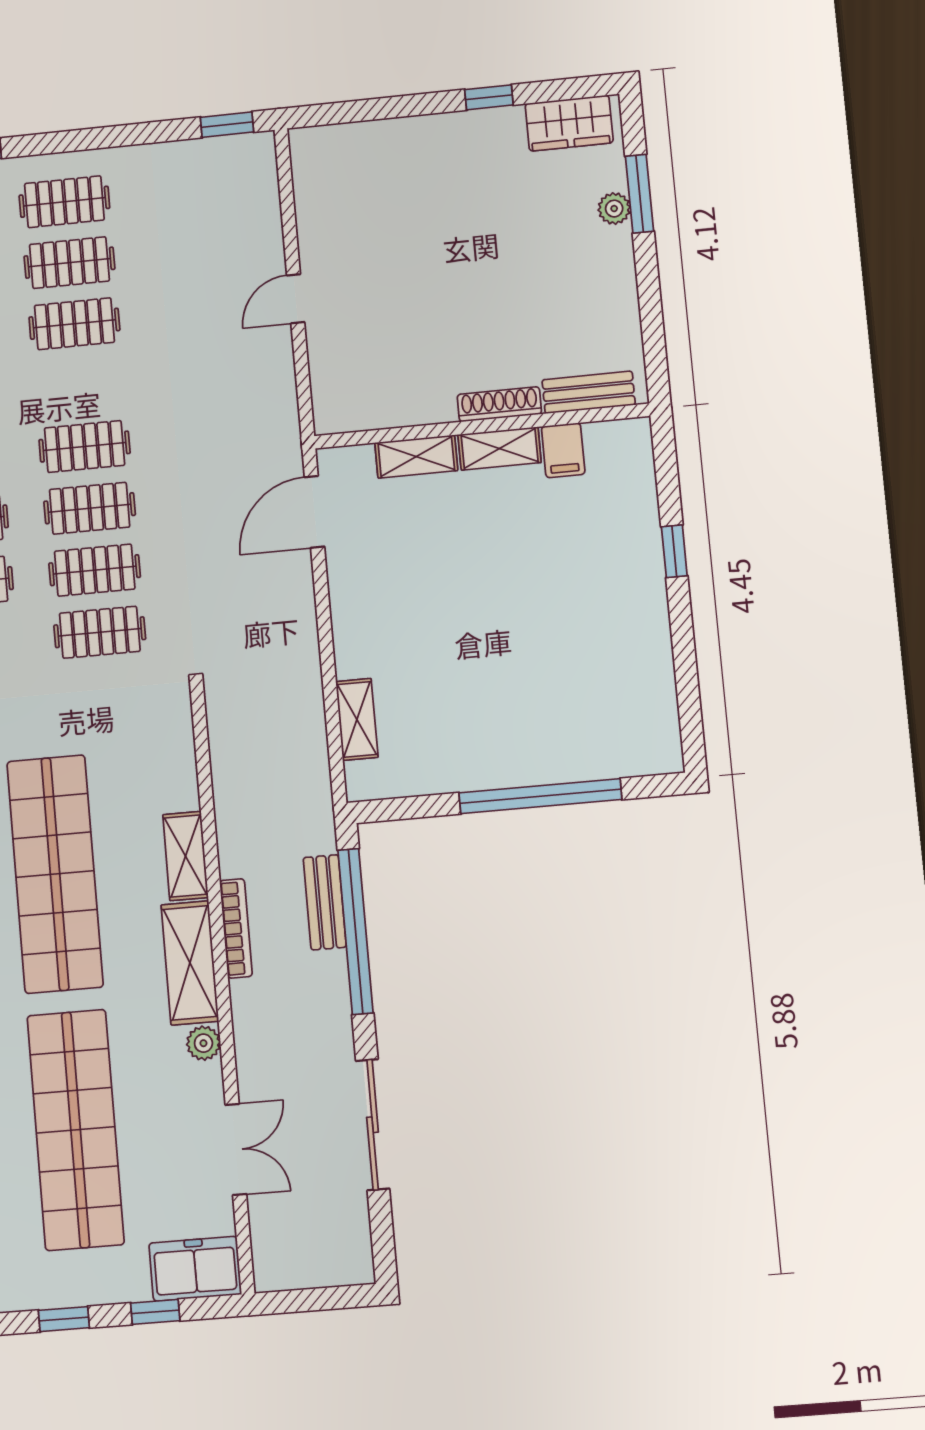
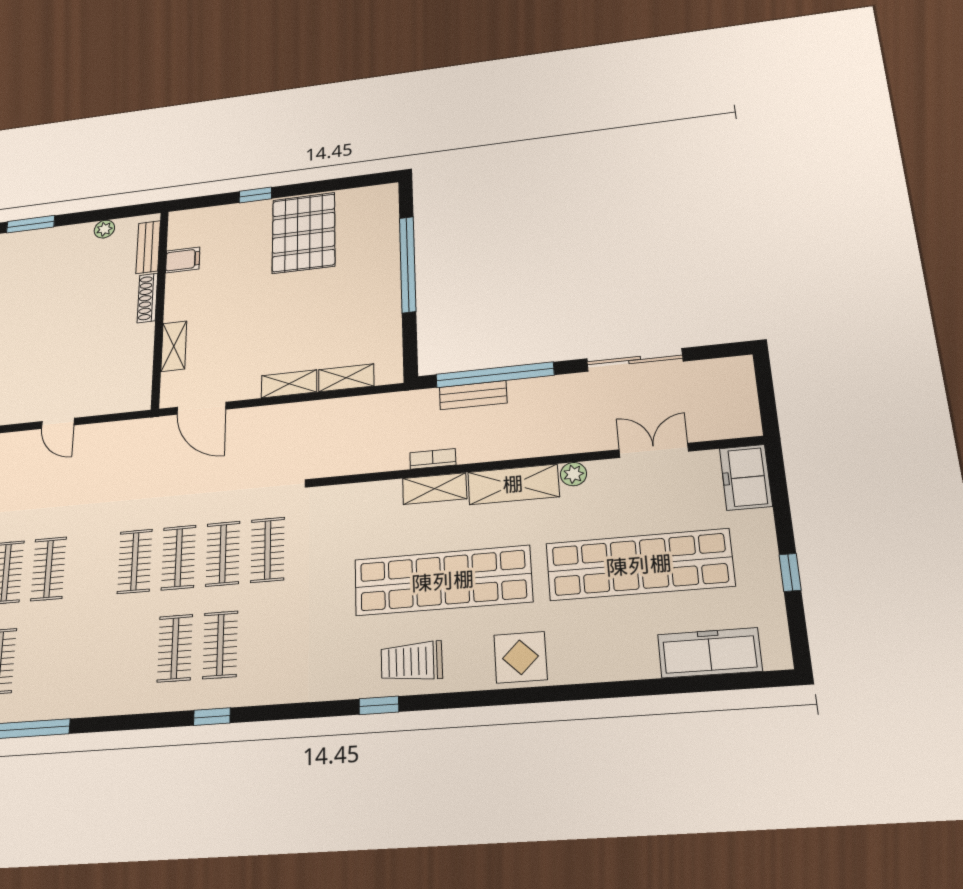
plant: (614, 209) -> (104, 229), moved
shelving: (500, 449) -> (289, 384), moved, turned 90
pallet: (602, 634) -> (304, 233), added
bookcase: (236, 928) -> (433, 459), moved, width x0.64
window: (155, 1312) -> (781, 505), removed

